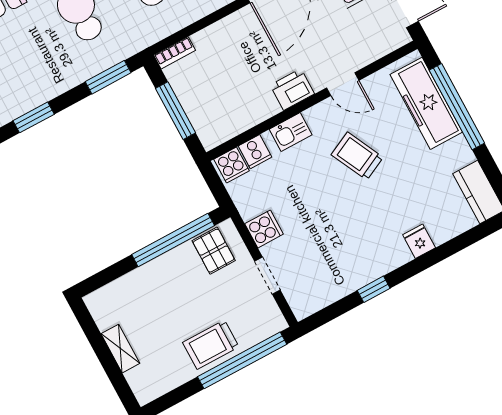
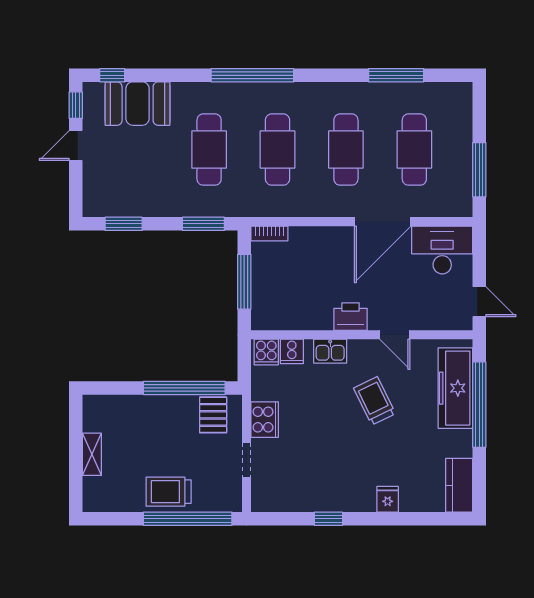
cooker: (264, 229) -> (265, 420), width x1.36

